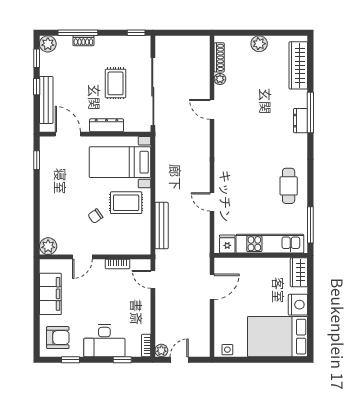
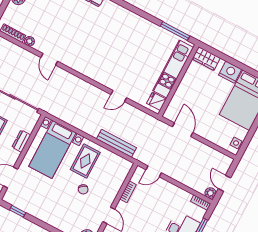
door: (212, 109) -> (49, 59), hinge flipped
dresser: (107, 125) -> (21, 141), width x0.70
cafe table: (289, 186) -> (137, 32), removed

